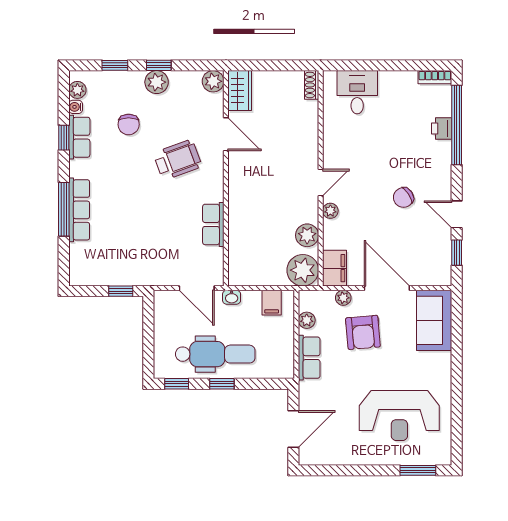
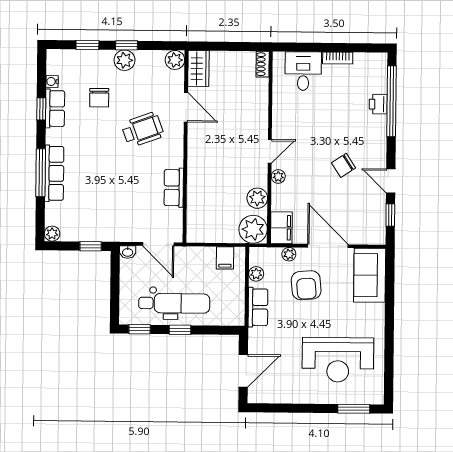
bookcase: (435, 77) -> (338, 58), moved
plant: (77, 90) -> (52, 234), moved
washbasin: (232, 297) -> (128, 252), moved

